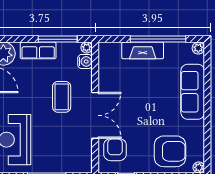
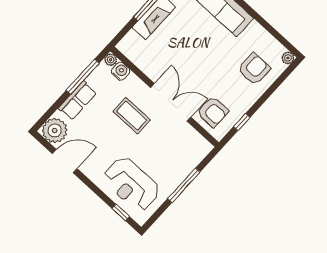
armchair: (115, 150) -> (213, 112), turned 180
armchair: (170, 151) -> (254, 69), width x0.73, depth x0.73

